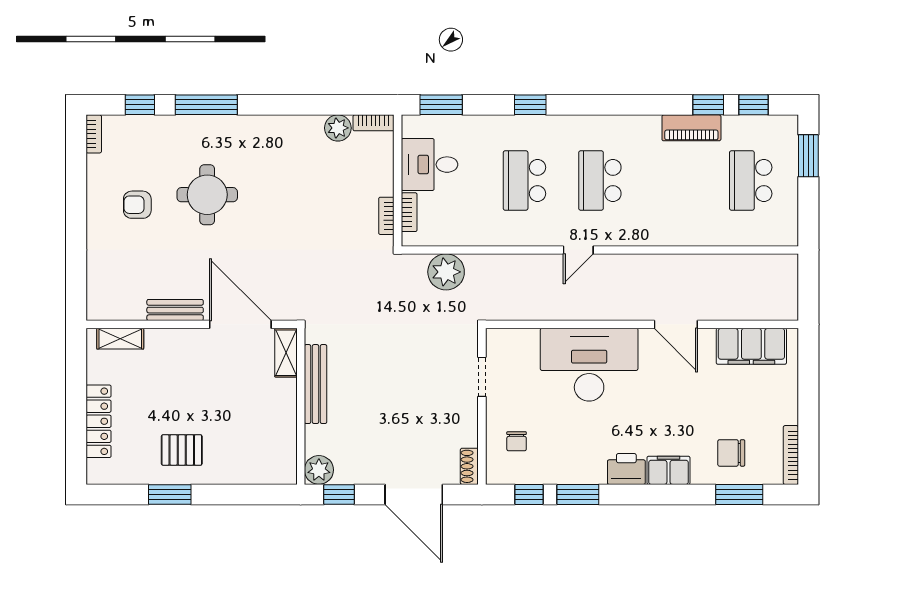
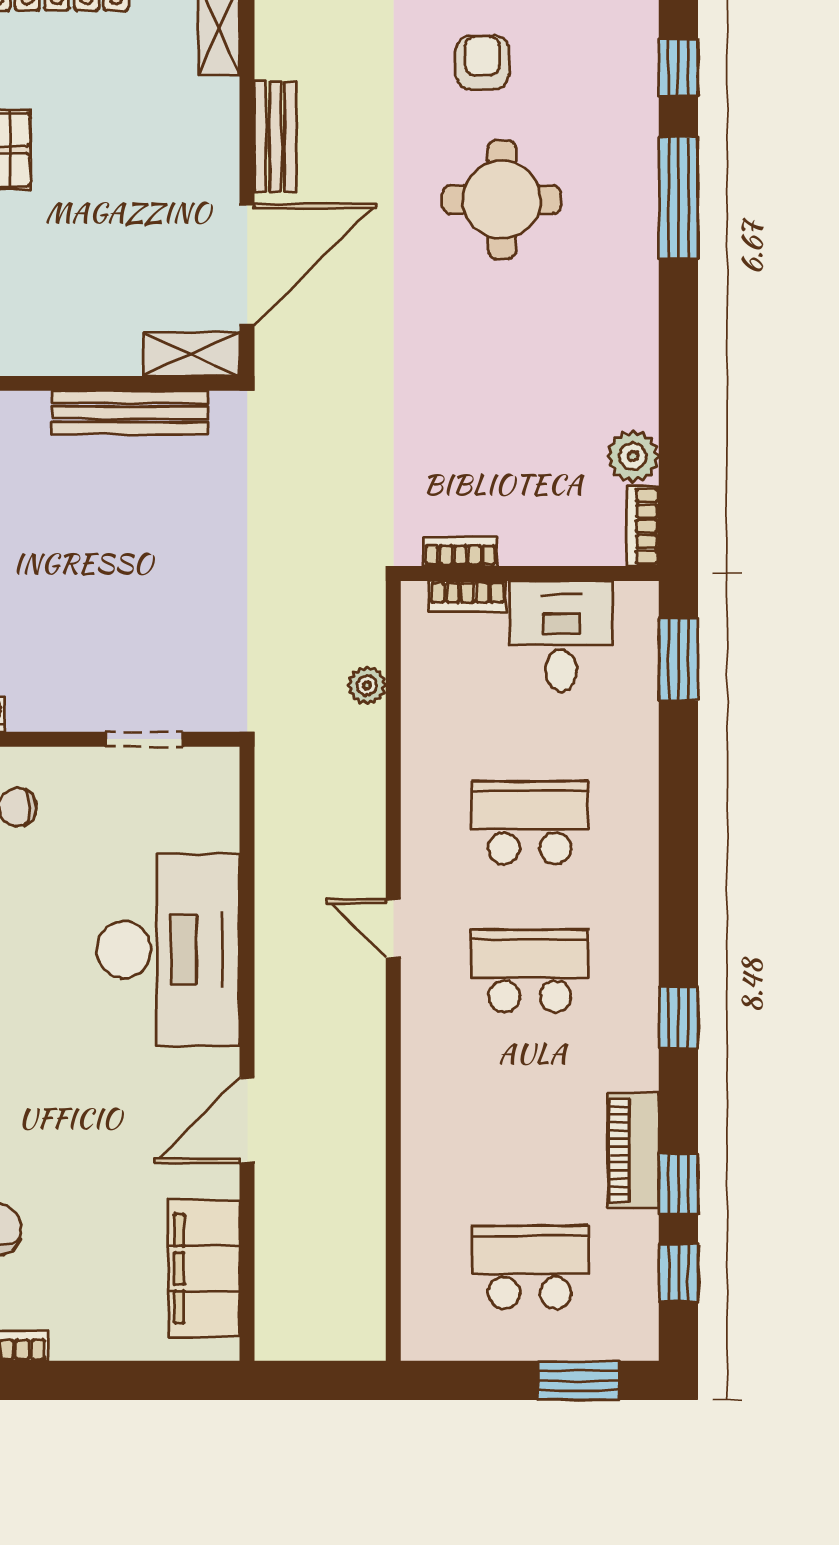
window: (530, 105) -> (678, 1018), moved
plant: (446, 272) -> (367, 685), width x0.53, depth x0.53

